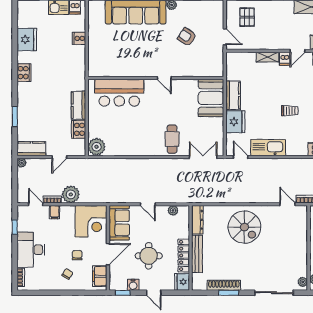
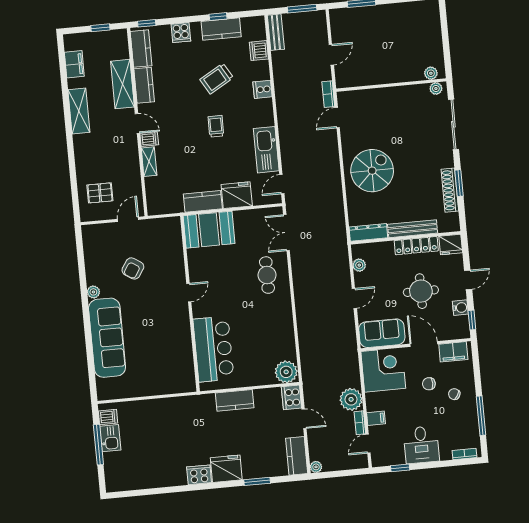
cooker: (79, 38) -> (148, 408), removed
fridge: (27, 39) -> (226, 469), moved
cooker: (79, 129) -> (291, 397), moved, turned 90
cafe table: (172, 139) -> (267, 275), turned 90
desk: (31, 250) -> (421, 445), width x0.73
window: (49, 293) -> (481, 416), added

